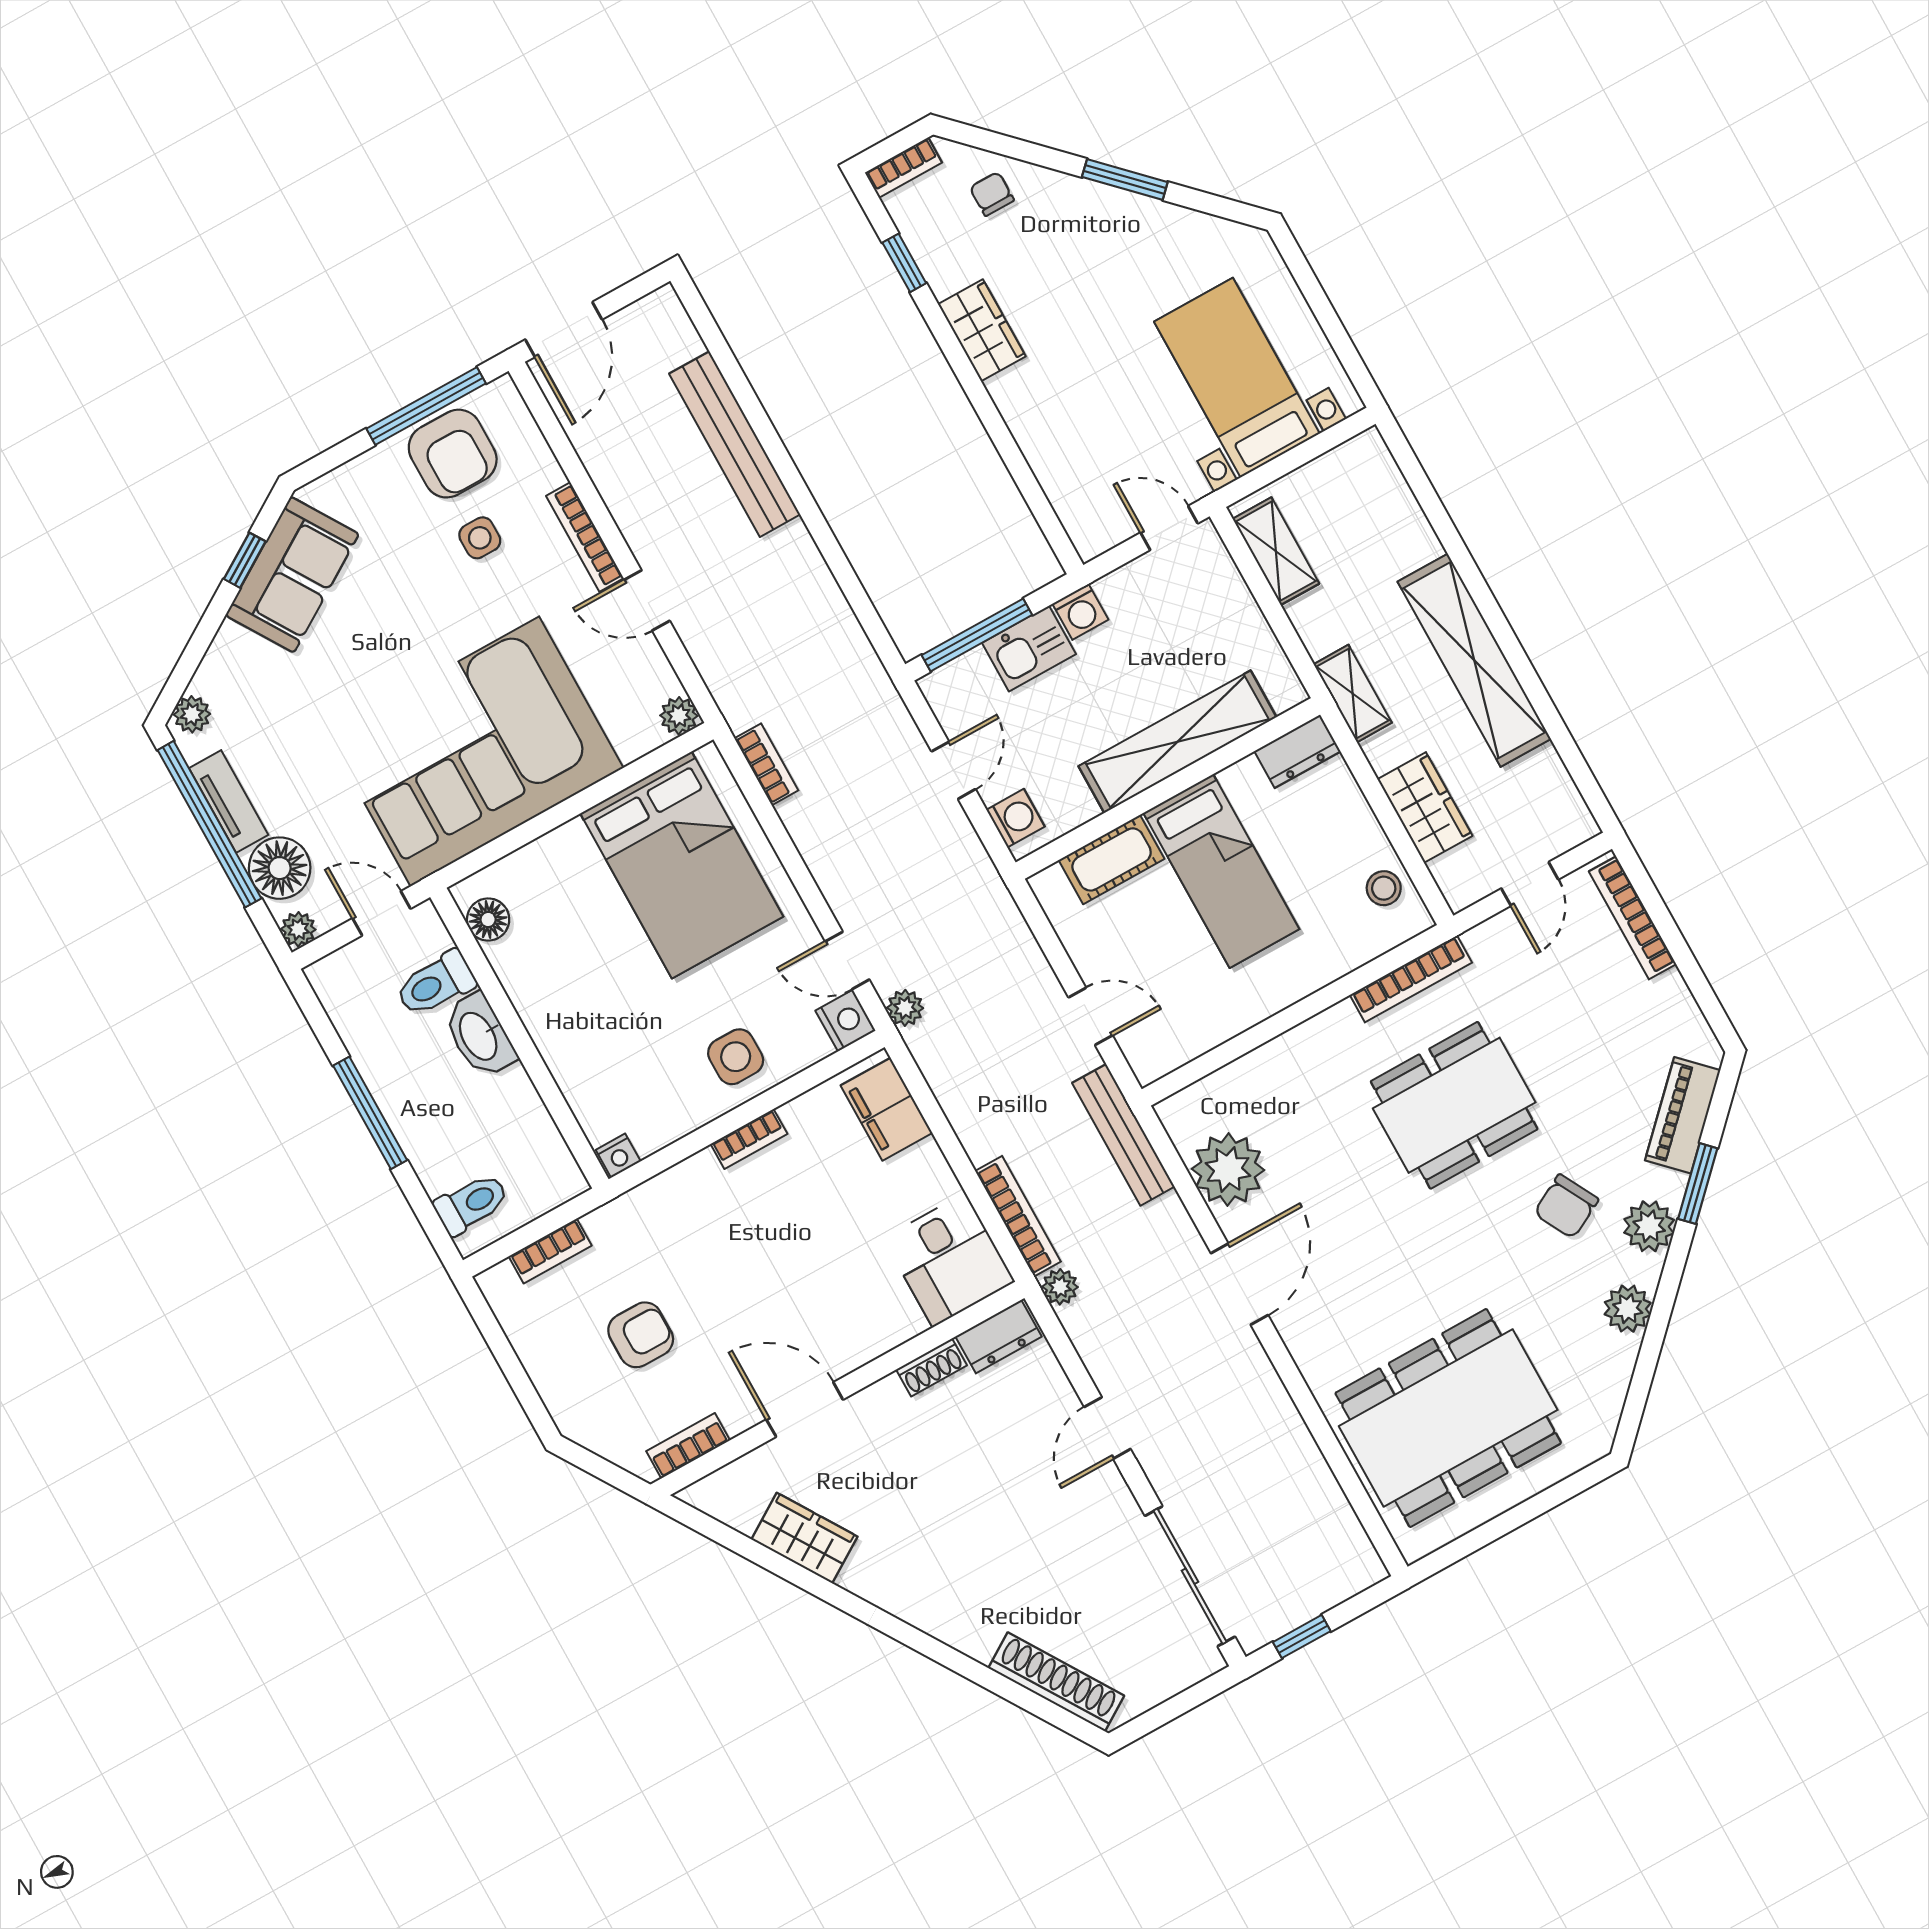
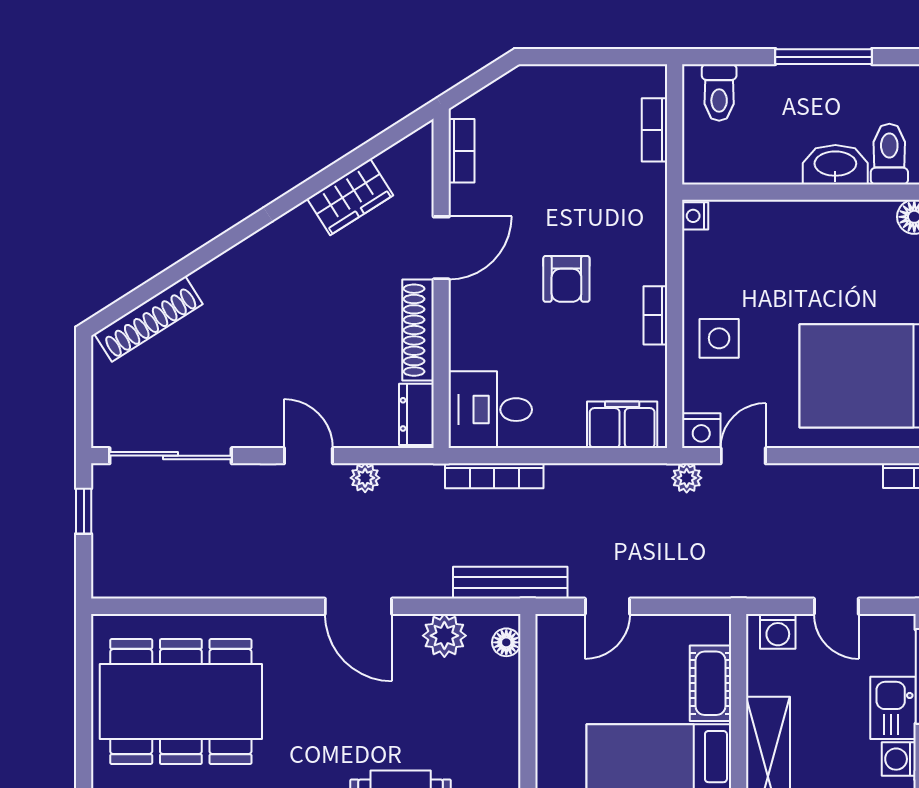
floor lamp: (1190, 1104) -> (506, 642), added
plant: (1228, 1169) -> (444, 636), width x0.73, depth x0.73
plant: (1060, 1287) -> (365, 478), moved
armchair: (641, 1335) -> (566, 279), moved
shoe rack: (931, 1367) -> (418, 330), width x1.94, depth x1.24
dining table: (1448, 1418) -> (181, 702), turned 90

